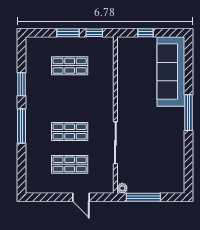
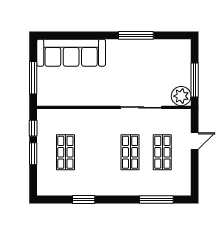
window: (145, 33) -> (33, 78), width x2.17
window: (189, 113) -> (136, 35), moved
window: (22, 126) -> (156, 199), moved
plant: (122, 188) -> (181, 96), width x1.88, depth x1.88

